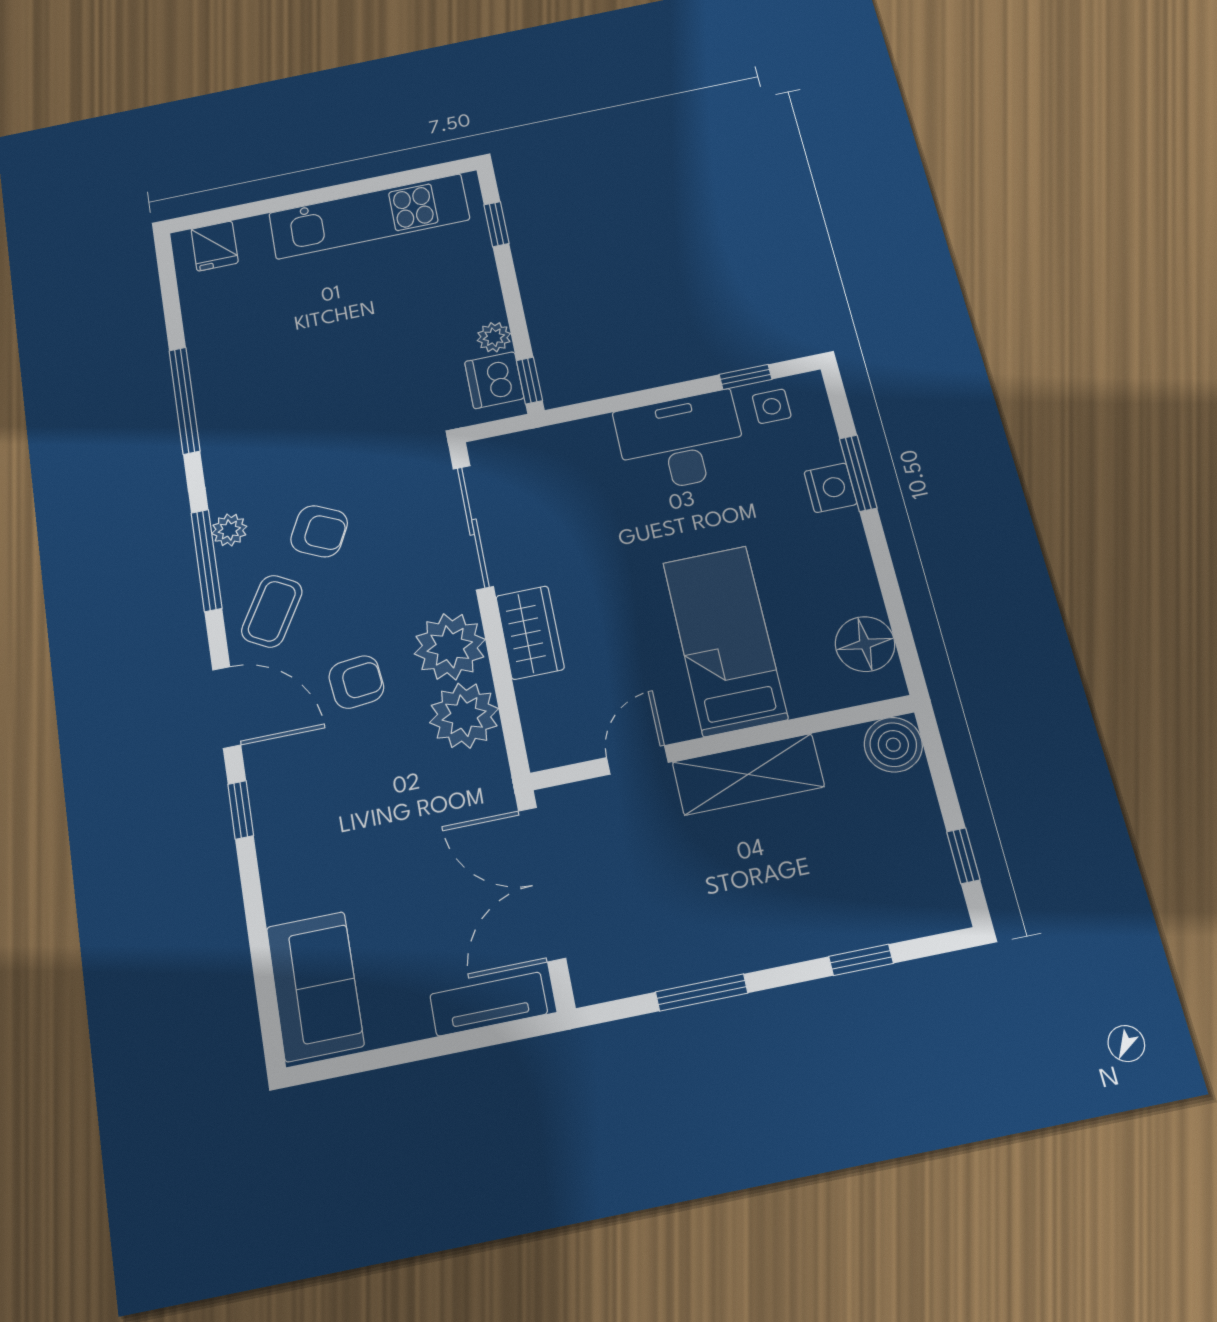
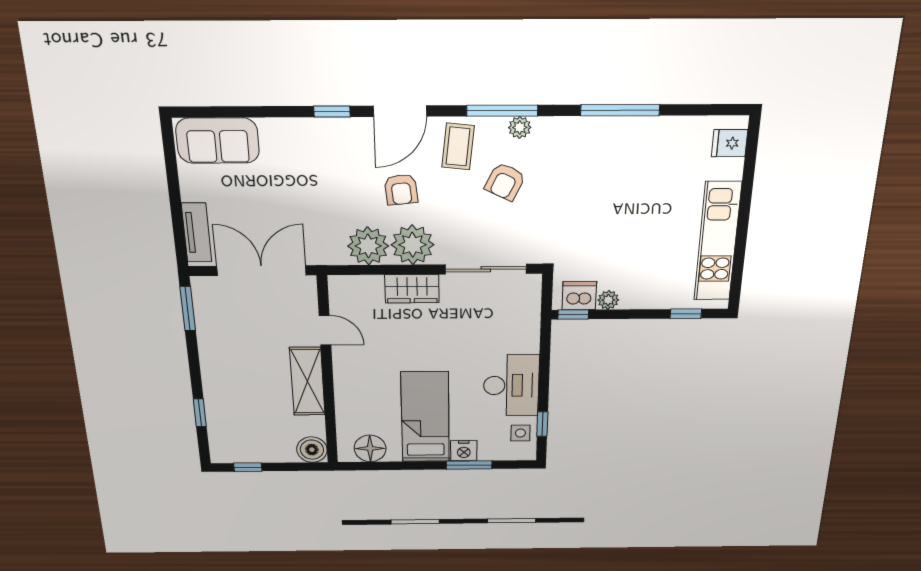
coffee table: (272, 611) -> (458, 146), turned 66
bed: (725, 640) -> (425, 417), moved, turned -90
window: (702, 992) -> (188, 309), moved

